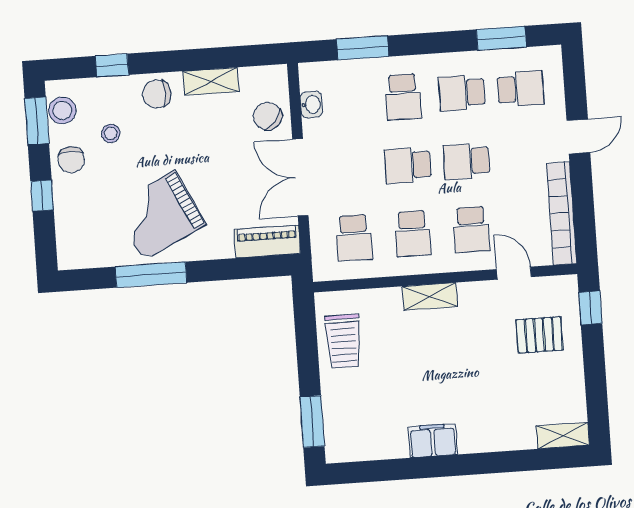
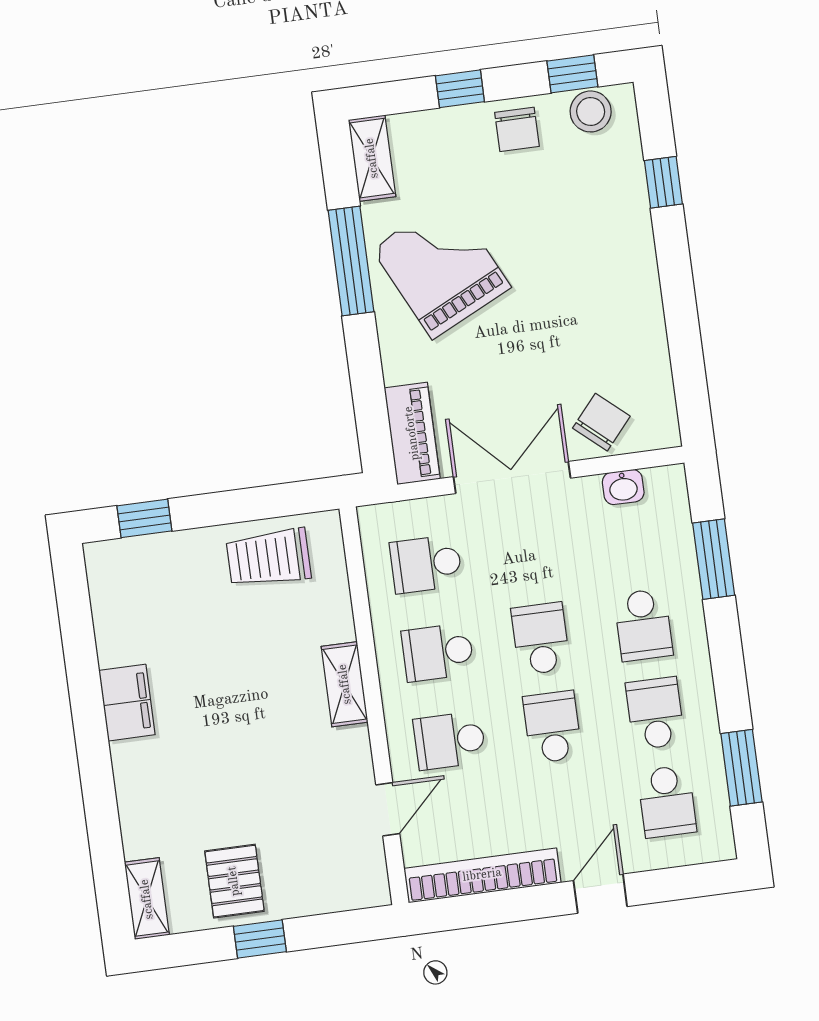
shelving: (211, 81) -> (372, 158), moved
chair: (157, 94) -> (624, 252), removed
school desk: (403, 97) -> (643, 625), turned -90
window: (37, 121) -> (572, 74), width x0.67
stool: (111, 133) -> (560, 187), removed
door: (578, 136) -> (600, 894), swing flipped
chair: (71, 160) -> (517, 129), turned -90
window: (590, 308) -> (260, 939), moved
pallet: (539, 335) -> (234, 881), moved
window: (312, 421) -> (144, 518), width x0.67

